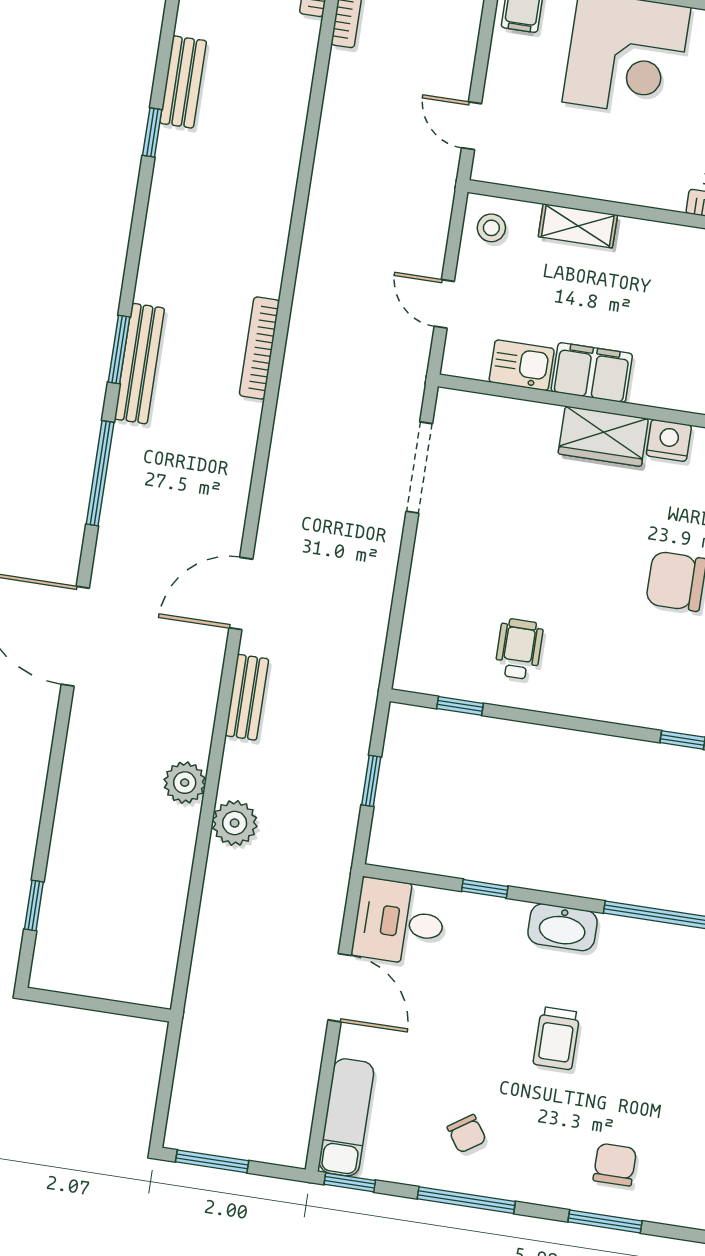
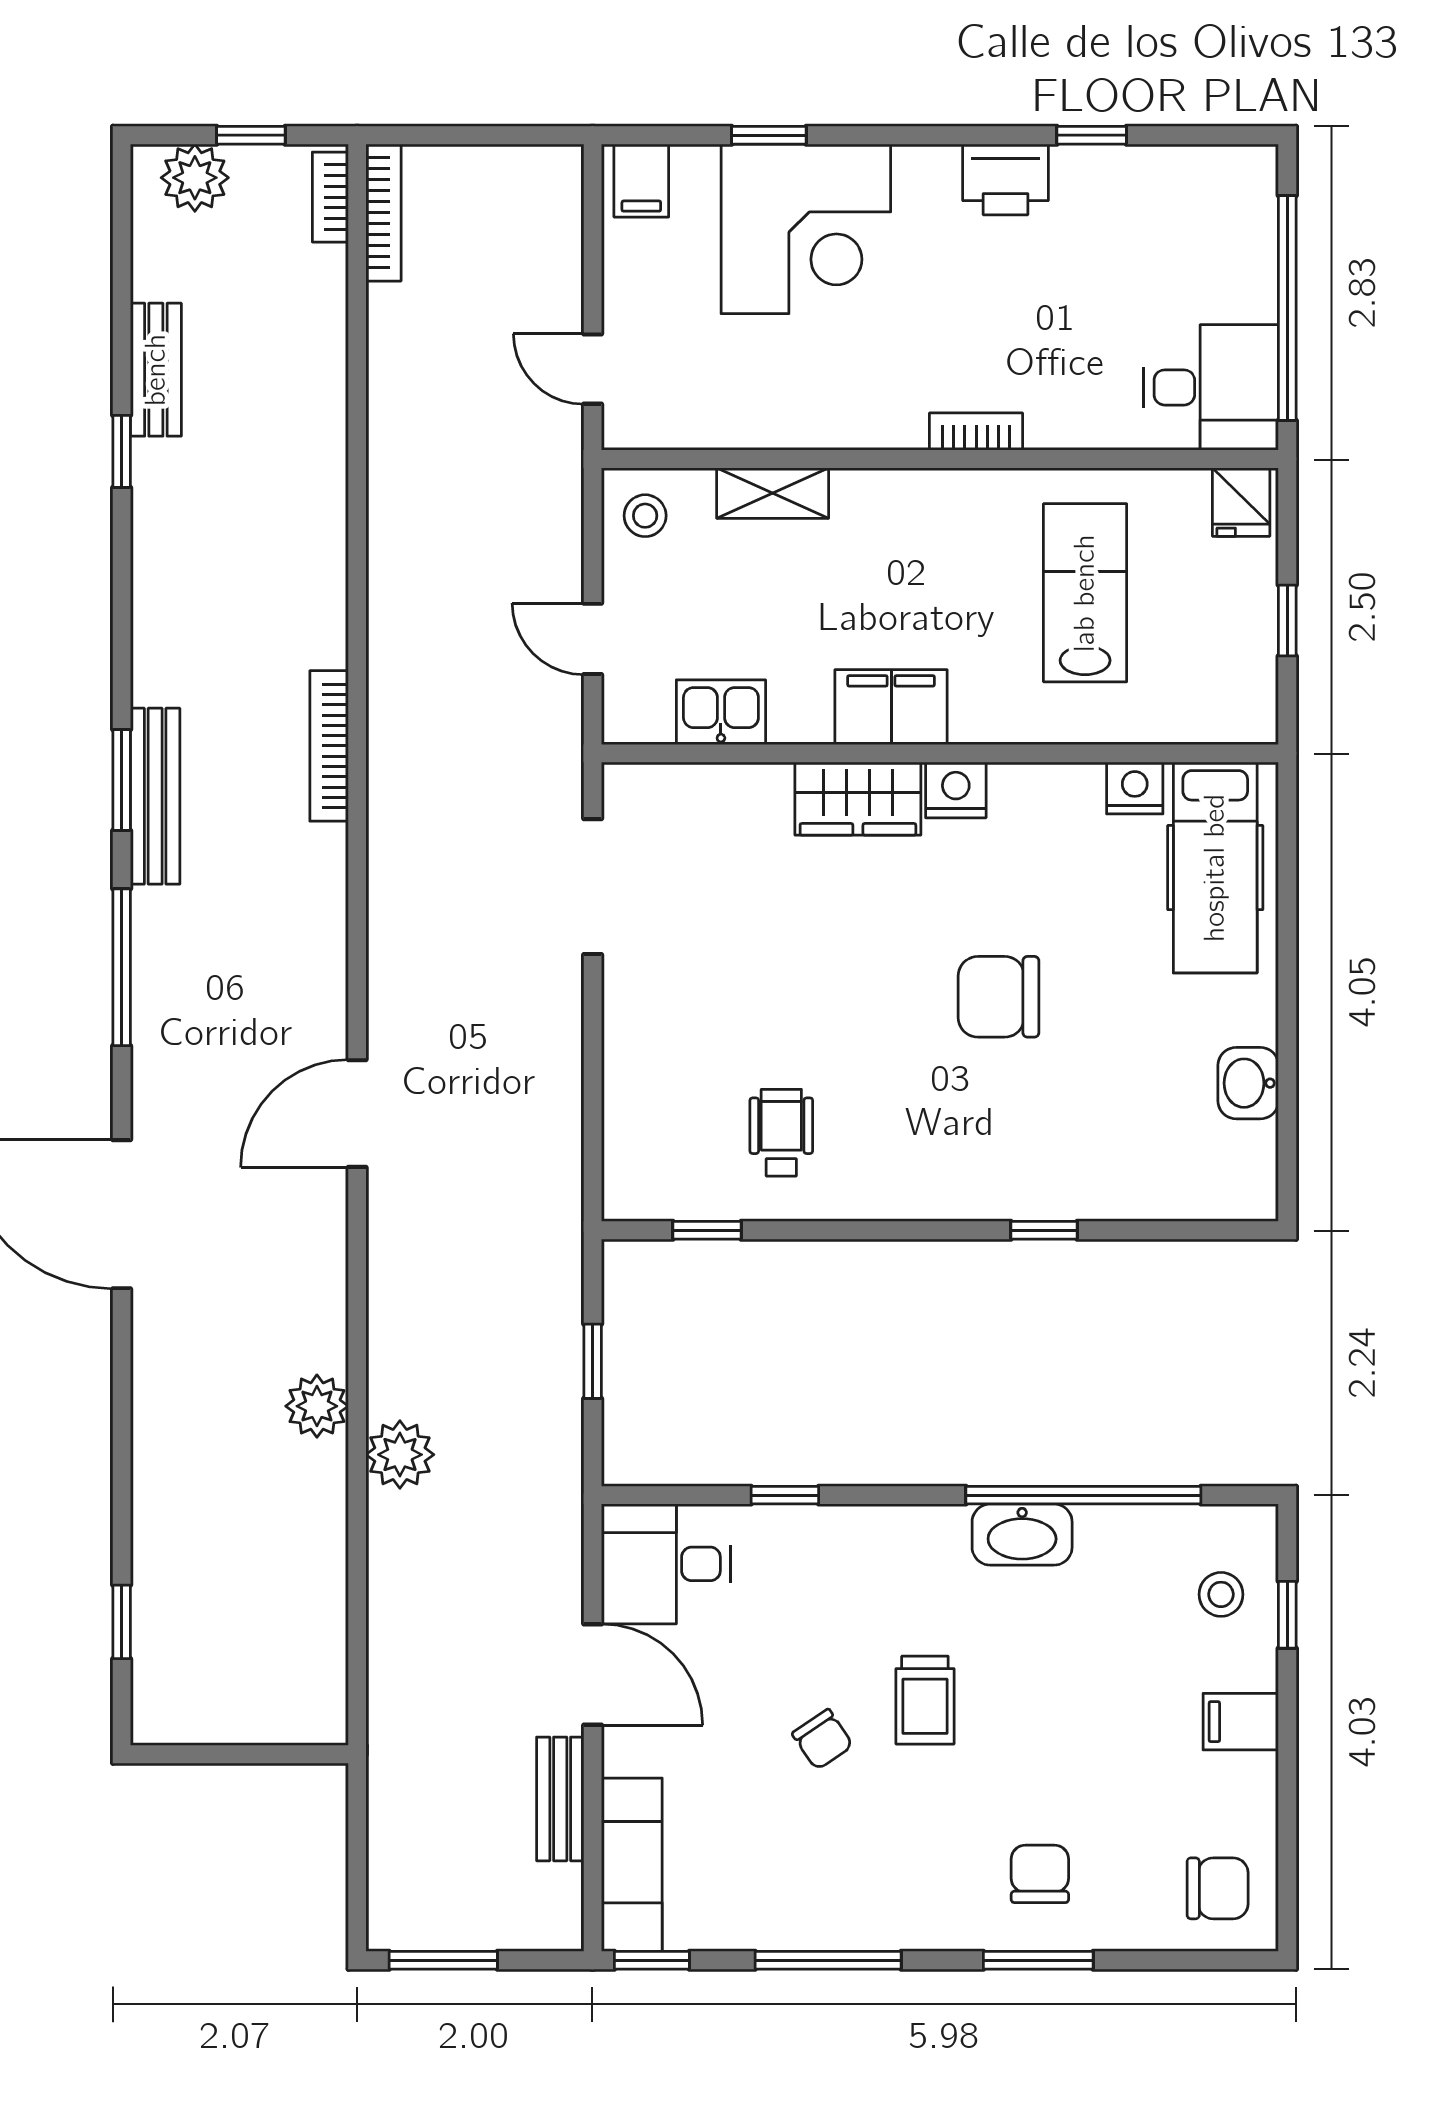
filing cabinet: (592, 373) -> (891, 707), moved
bench: (247, 697) -> (560, 1799), moved
washbasin: (563, 927) -> (1022, 1535), moved
chair: (467, 1134) -> (823, 1739), moved

